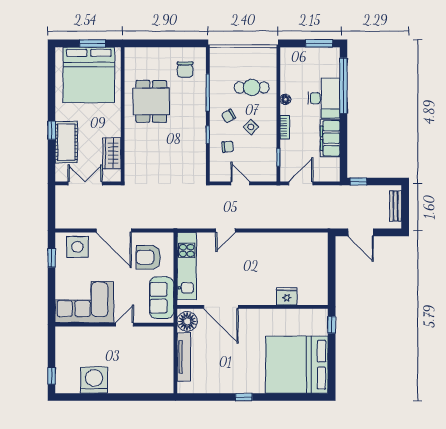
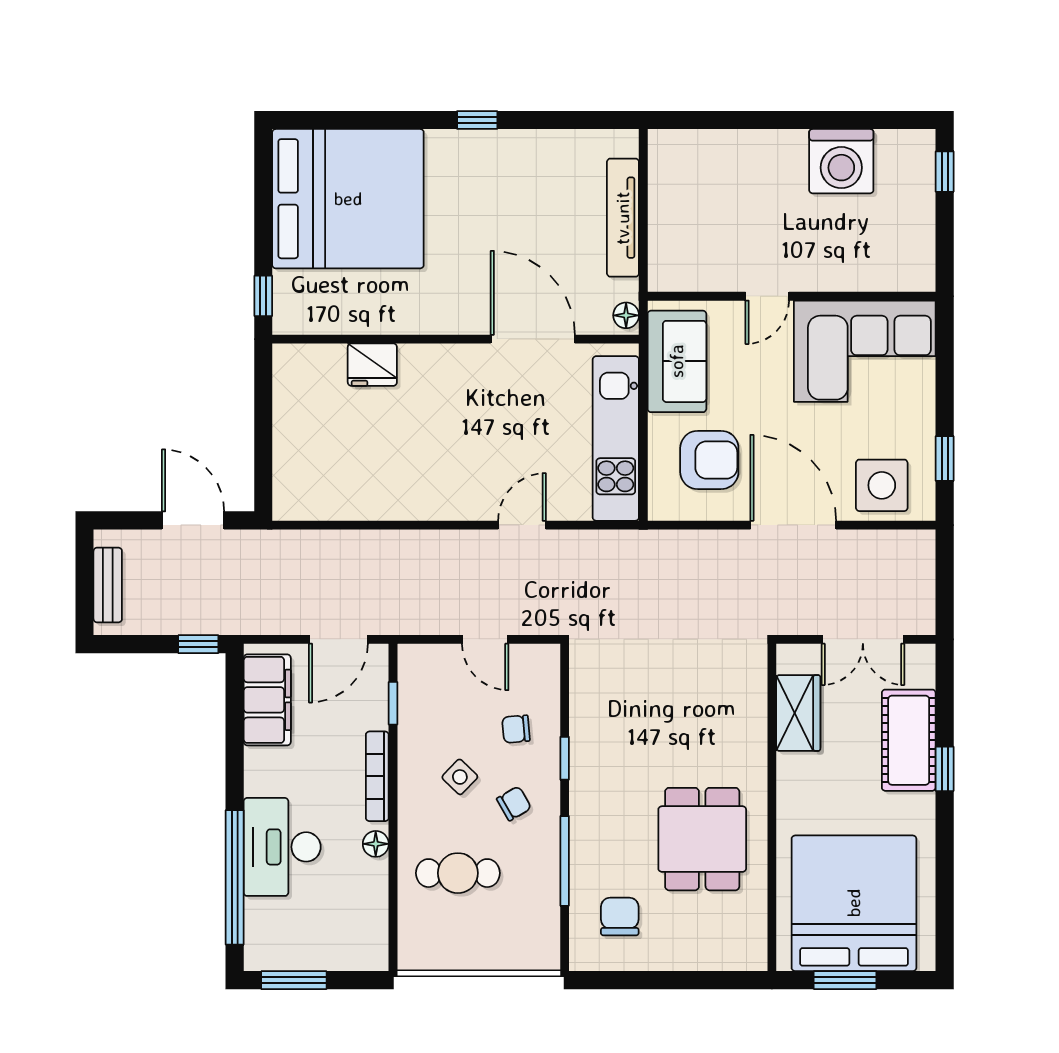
bookcase: (285, 127) -> (377, 776), width x1.56
filing cabinet: (330, 138) -> (267, 700), moved
floor lamp: (187, 321) -> (626, 315), width x0.53, depth x0.53

